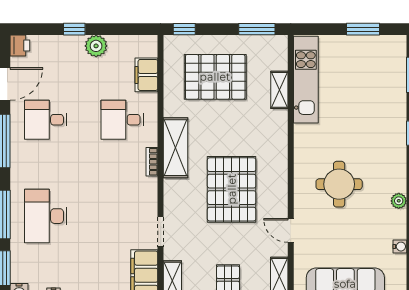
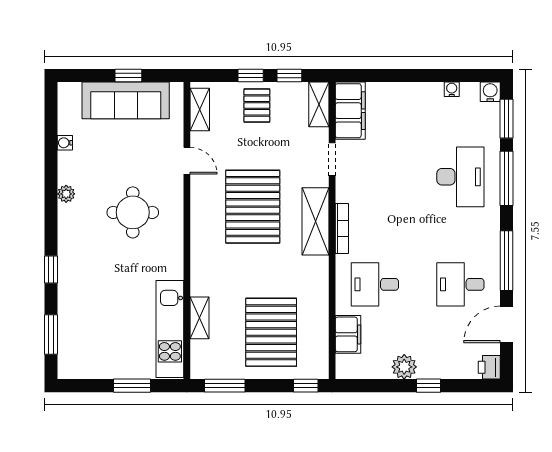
window: (363, 29) -> (132, 386), moved
pallet: (215, 77) -> (271, 332), turned 90
desk: (46, 120) -> (460, 284), turned 180
desk: (122, 120) -> (375, 284), turned 180
shelving: (175, 148) -> (316, 221), moved
bookcase: (152, 162) -> (342, 228), width x1.56

